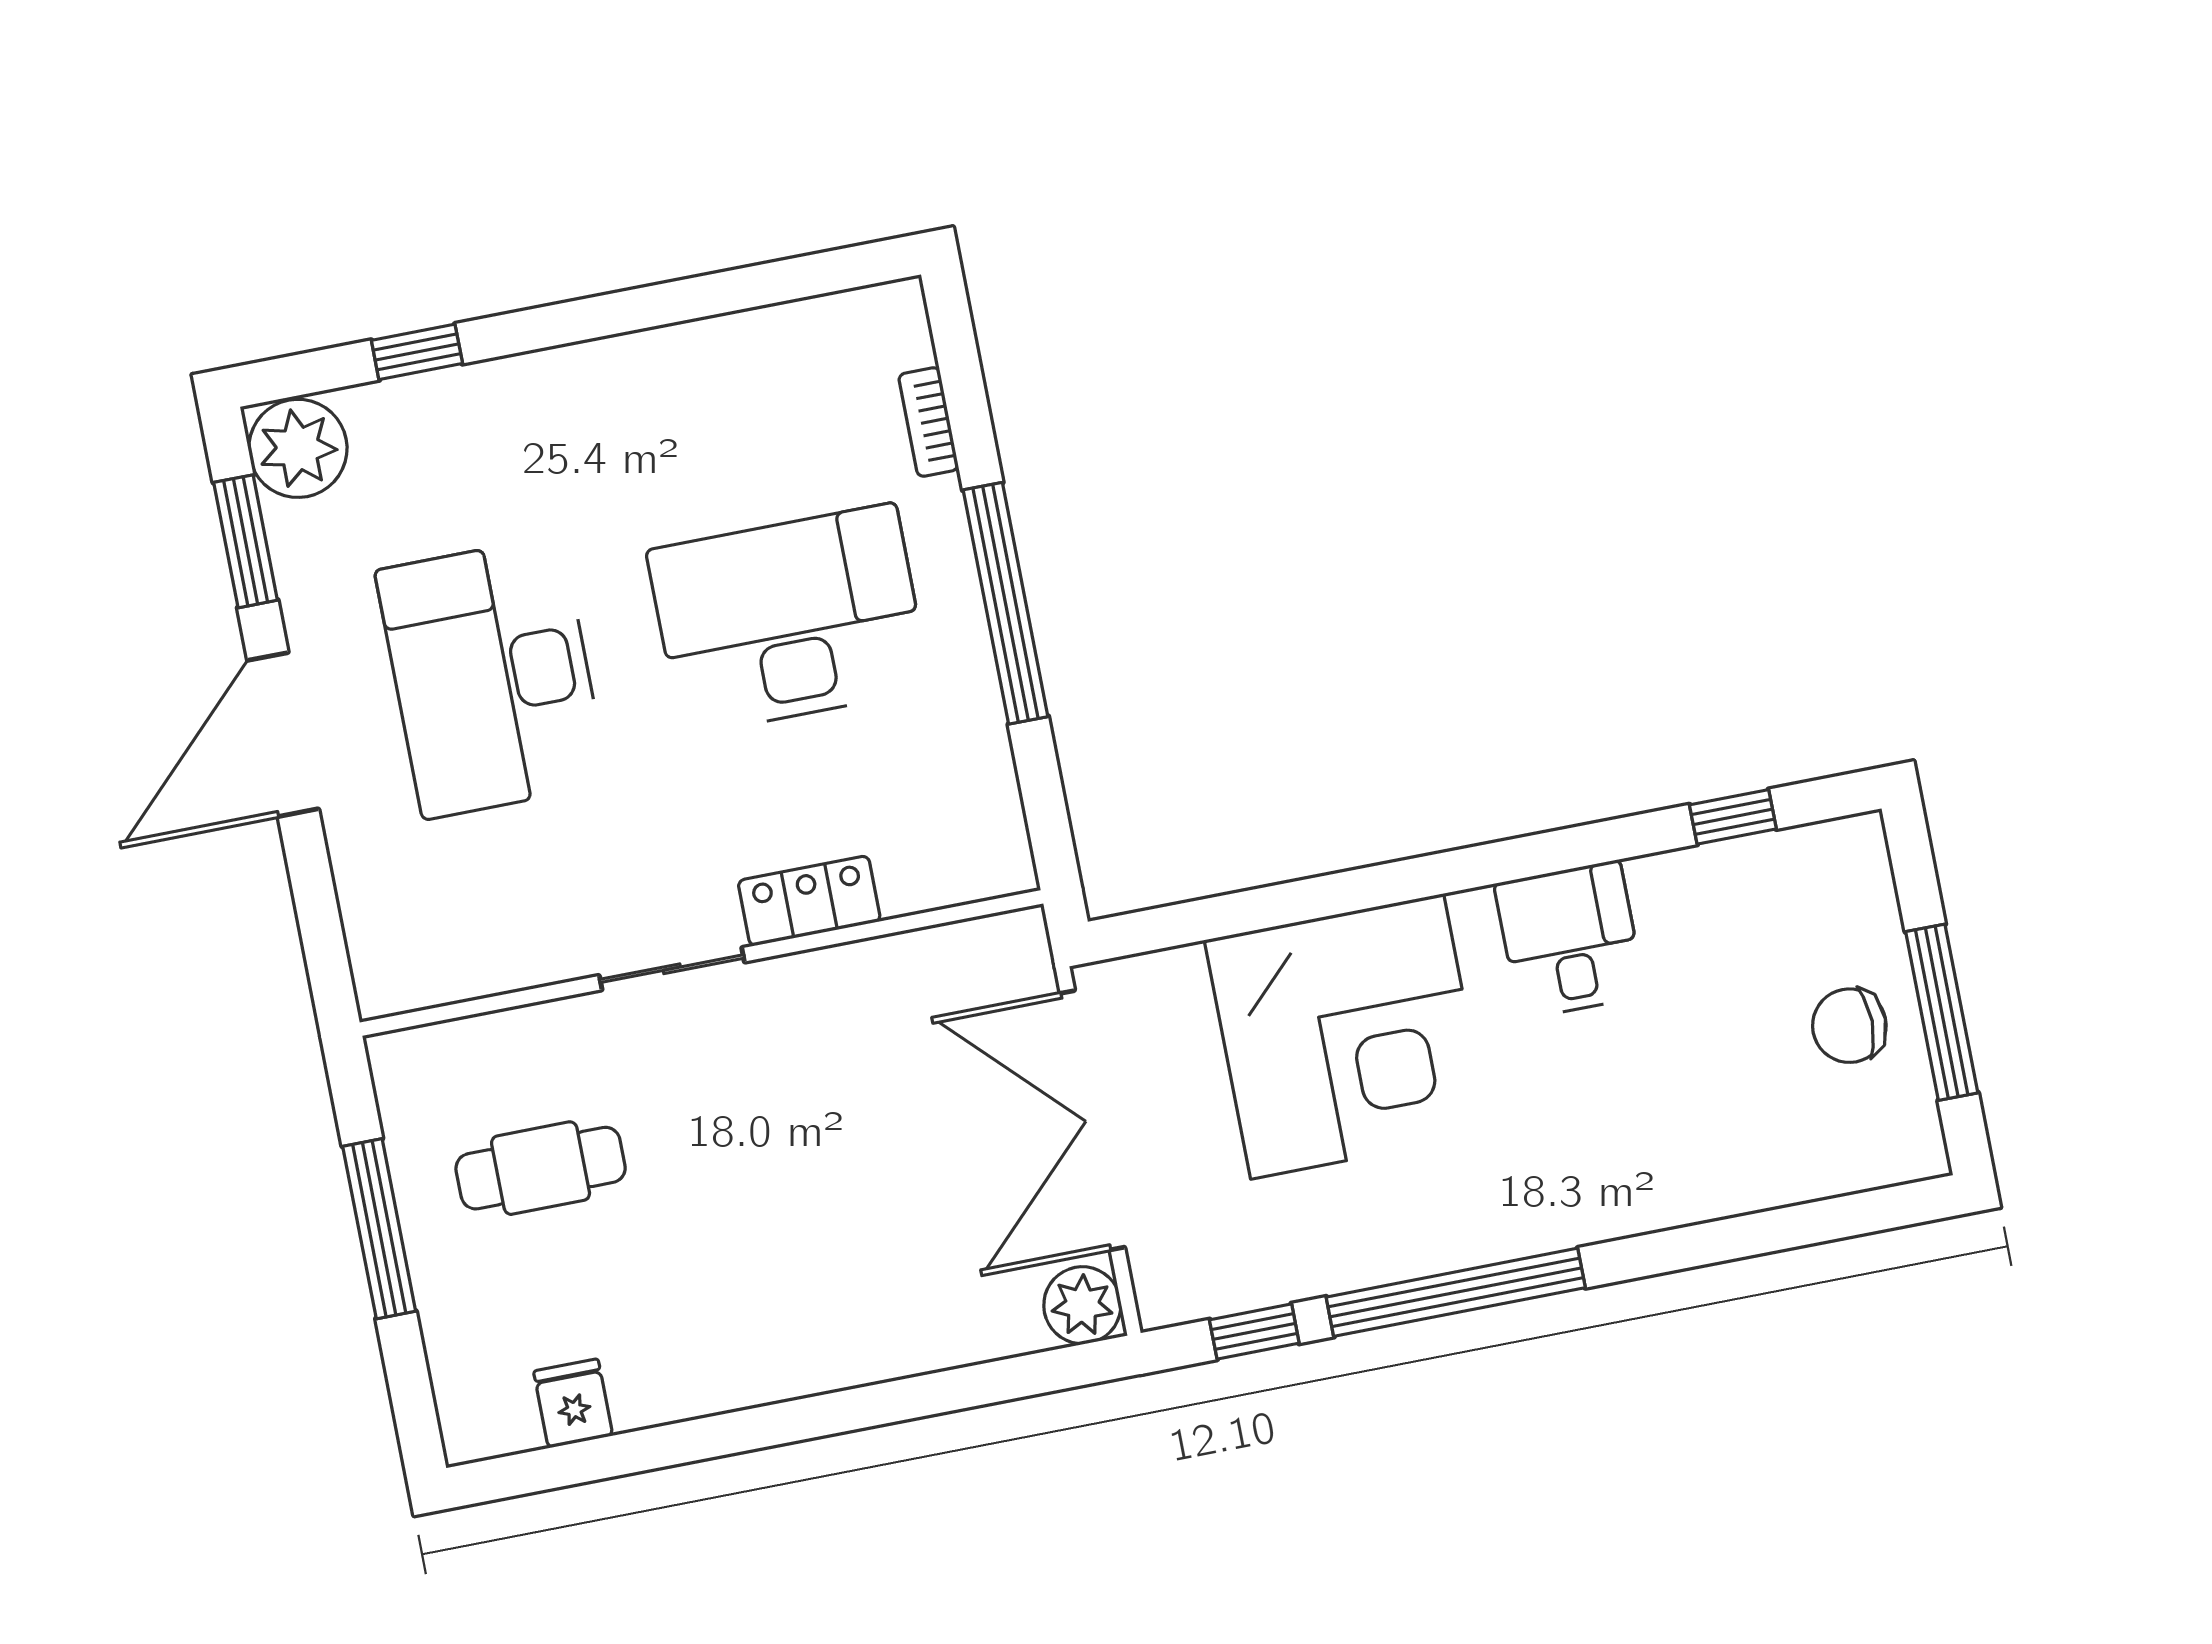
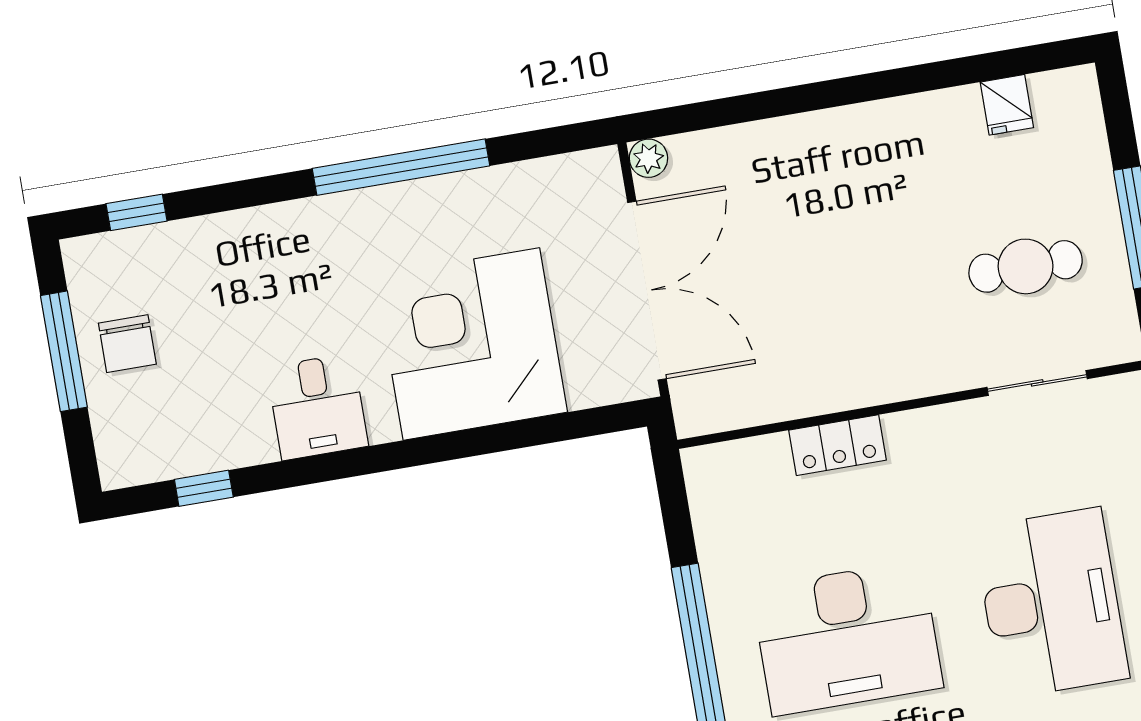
sliding door: (672, 969) -> (1037, 383), moved
chair: (1849, 1026) -> (127, 344), turned 90
plant: (1082, 1305) -> (648, 158), width x0.73, depth x0.73
window: (1254, 1331) -> (136, 212), moved

